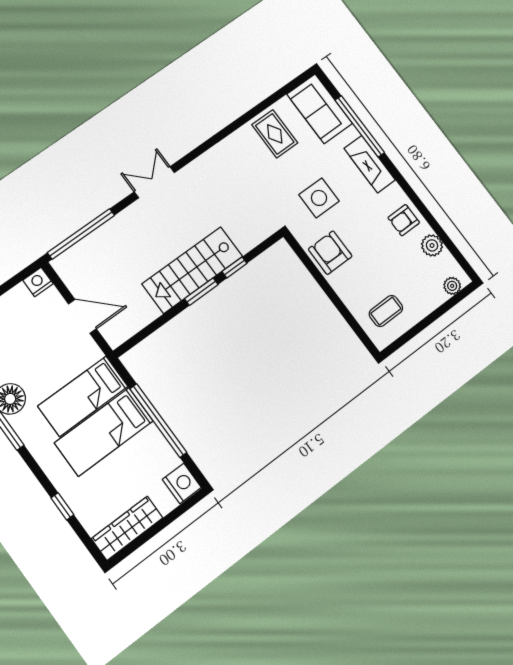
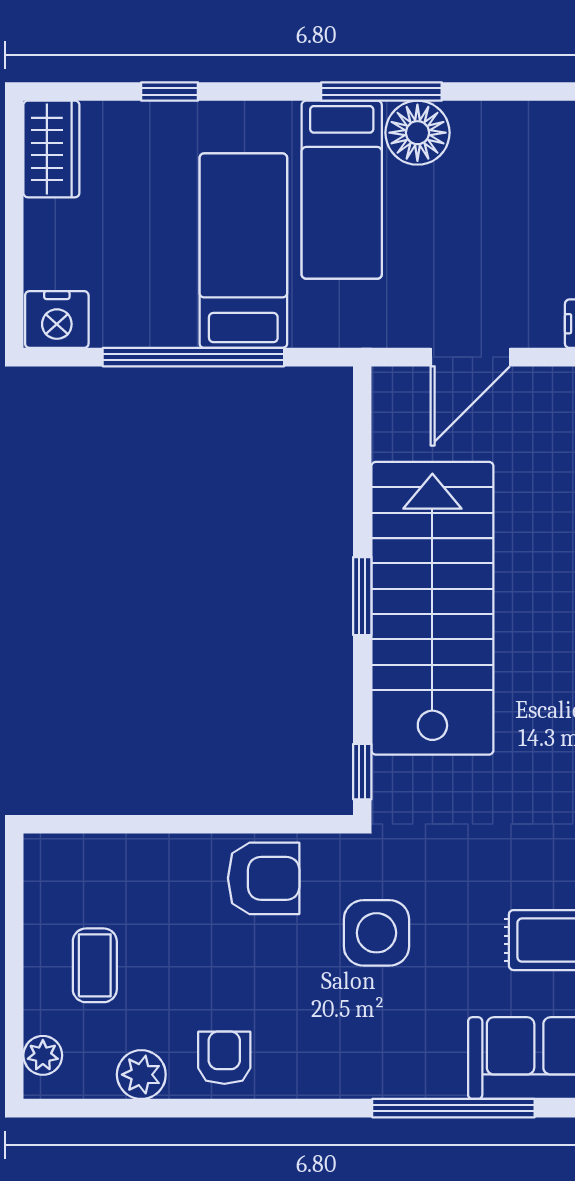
fireplace: (370, 164) -> (371, 1073), removed
window: (234, 267) -> (362, 772), moved
stairs: (192, 270) -> (432, 608), width x1.36, depth x1.51
coffee table: (386, 311) -> (95, 965), moved
bed: (83, 396) -> (342, 190), moved, turned 180
wardrobe: (127, 528) -> (51, 149), width x0.67

